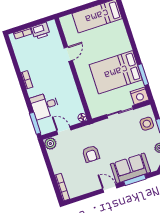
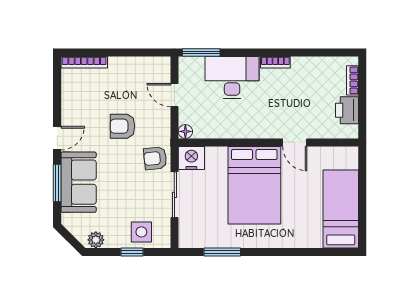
bed: (116, 72) -> (254, 185), moved, turned 180
nightstand: (140, 96) -> (191, 158), moved, turned 90
desk: (45, 105) -> (232, 78), width x1.37
door: (64, 130) -> (174, 95), swing flipped
armchair: (103, 130) -> (155, 158), added
plant: (50, 144) -> (161, 66), removed

